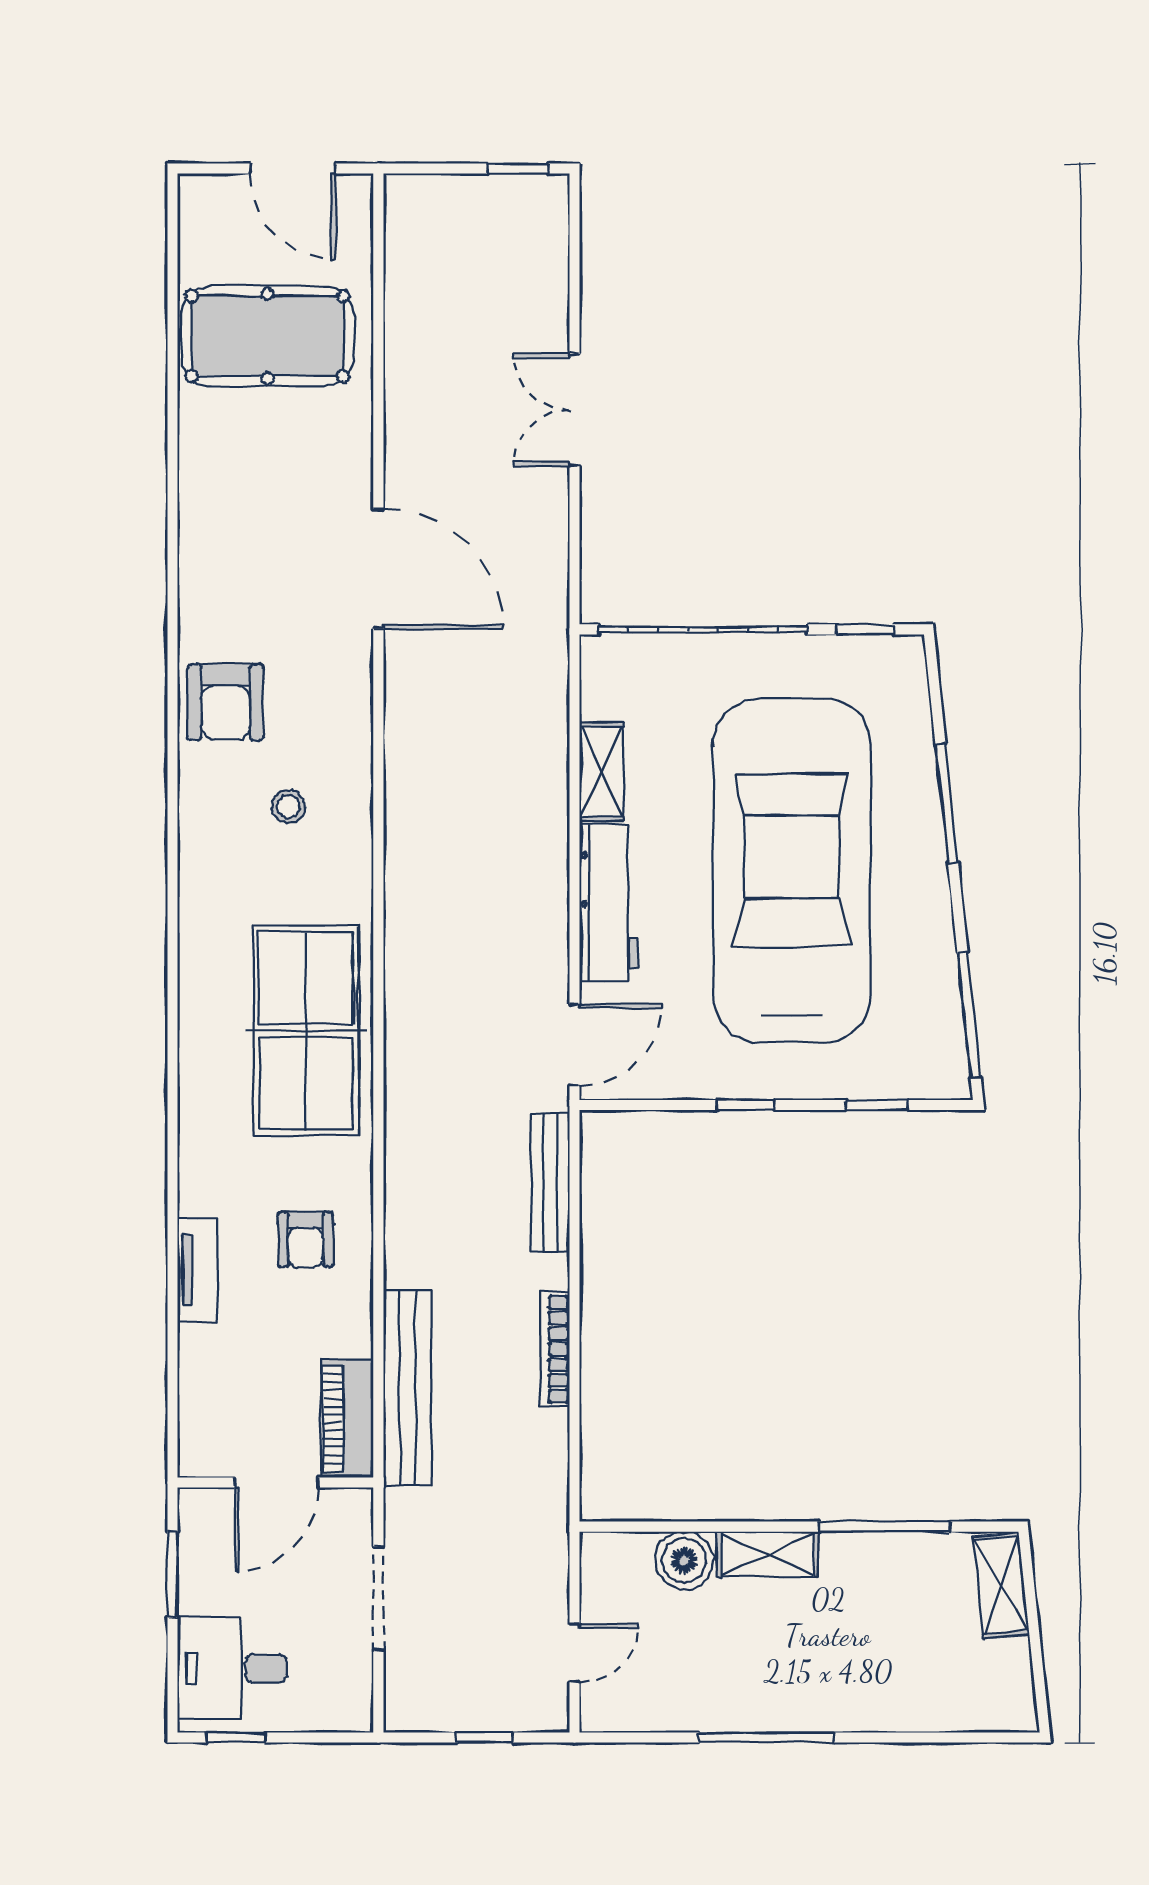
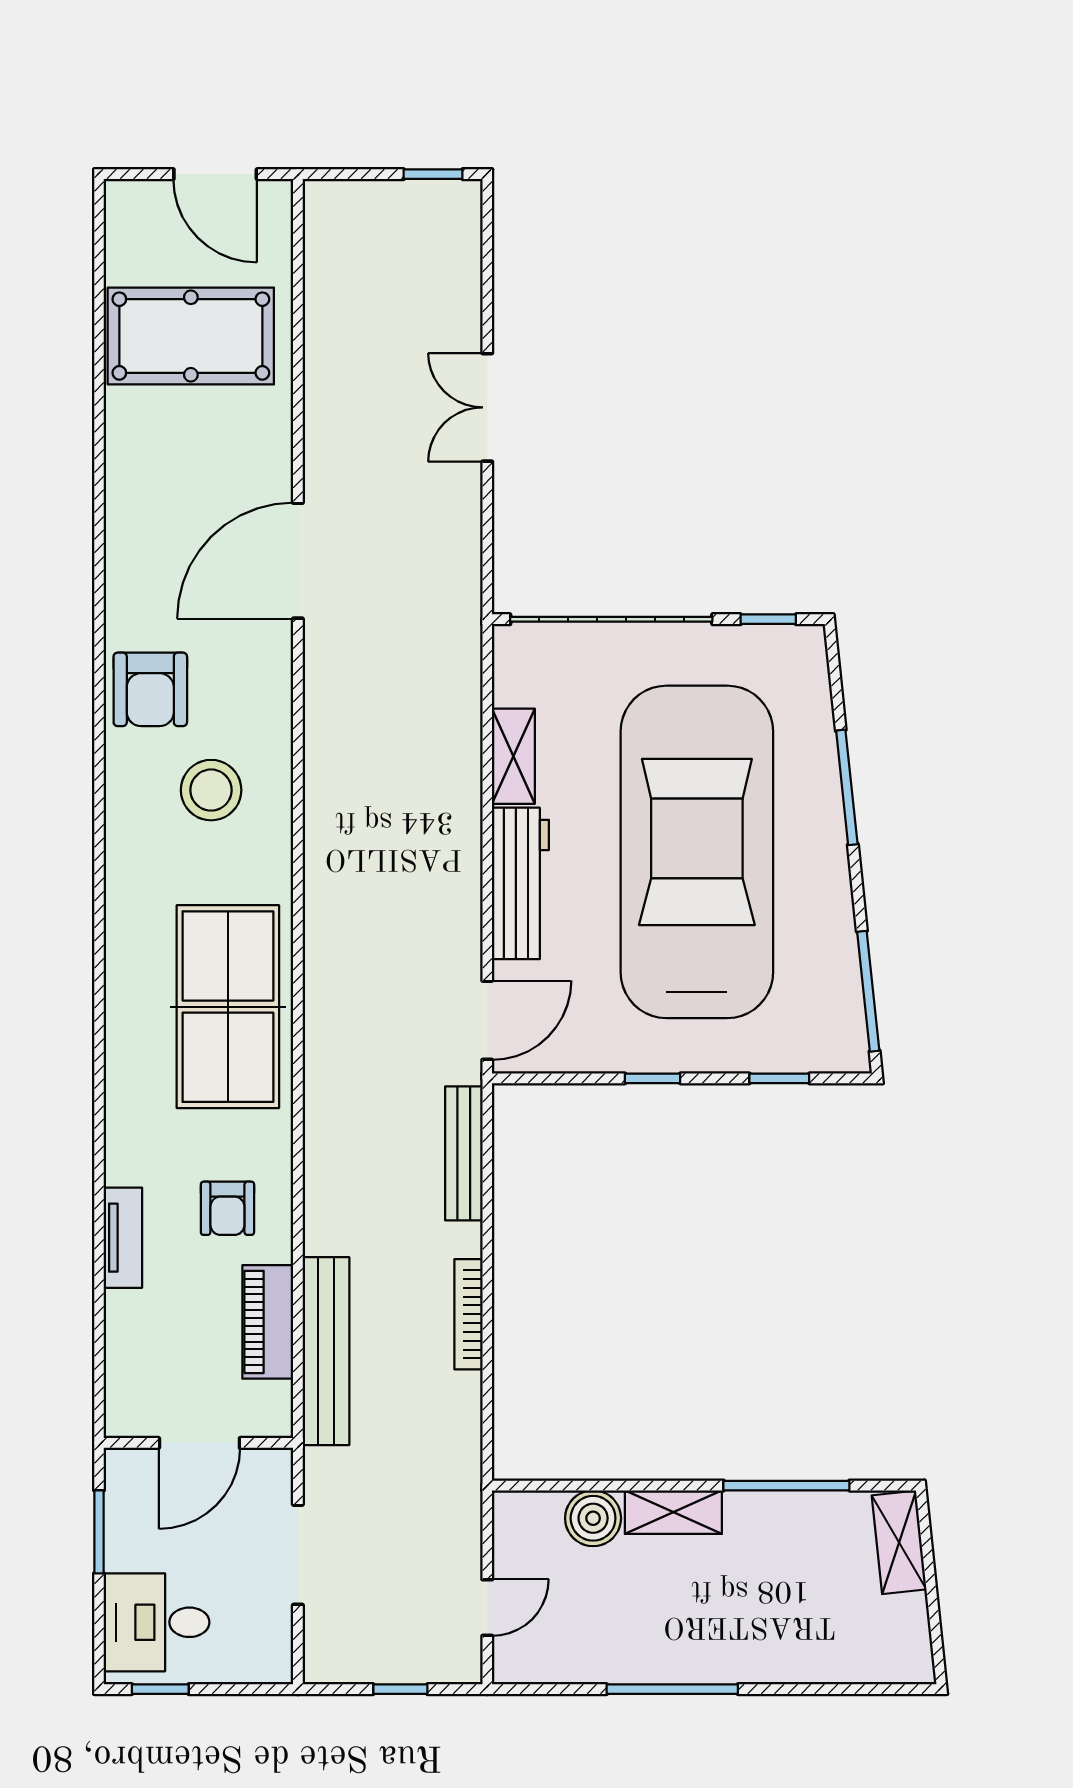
door: (378, 569) -> (298, 561), swing flipped
stool: (288, 806) -> (211, 790), width x1.89, depth x1.89
piano: (347, 1419) -> (268, 1322), moved

